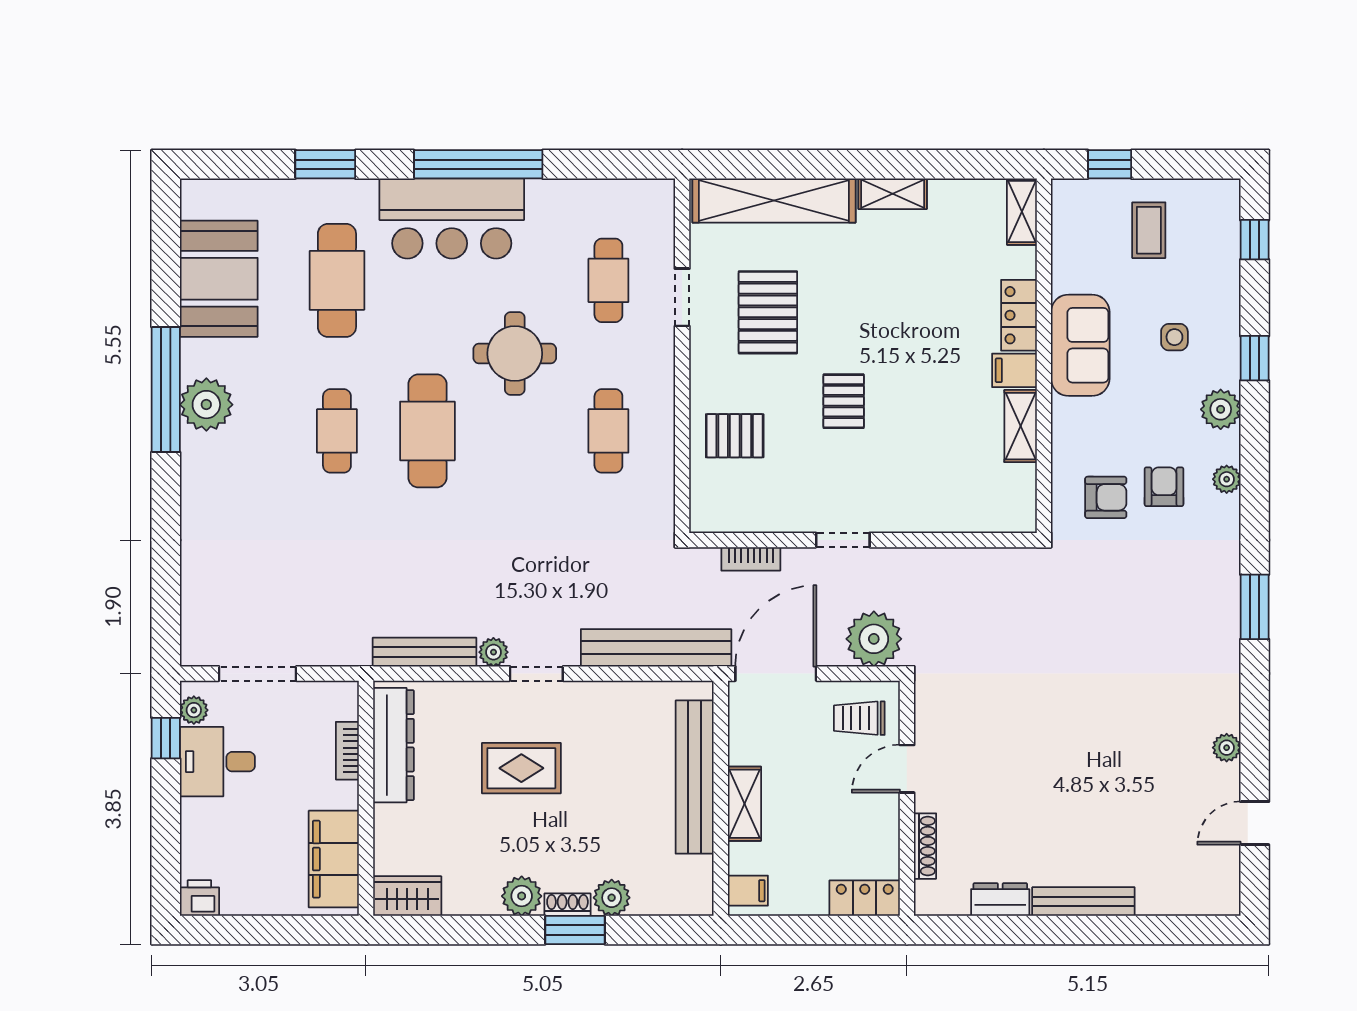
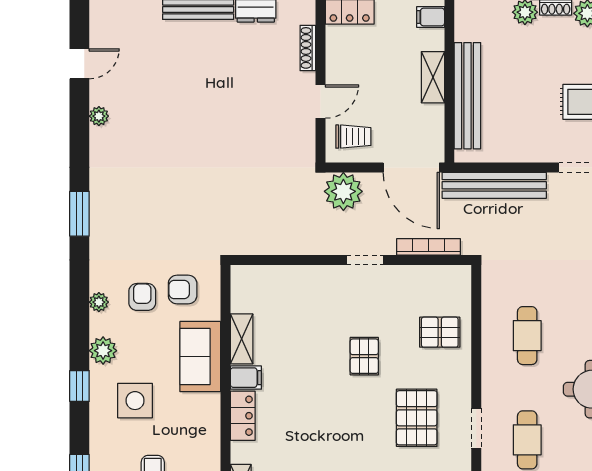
side table: (1174, 337) -> (135, 401), width x1.87, depth x1.87
sofa: (1080, 345) -> (200, 357), moved
armchair: (1164, 487) -> (142, 297), turned 180
bookcase: (751, 559) -> (429, 247), width x1.56
door: (776, 674) -> (411, 167), hinge flipped

